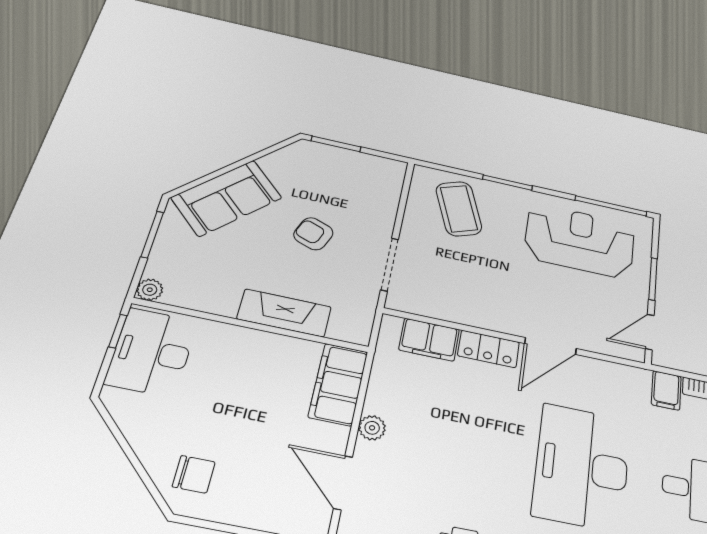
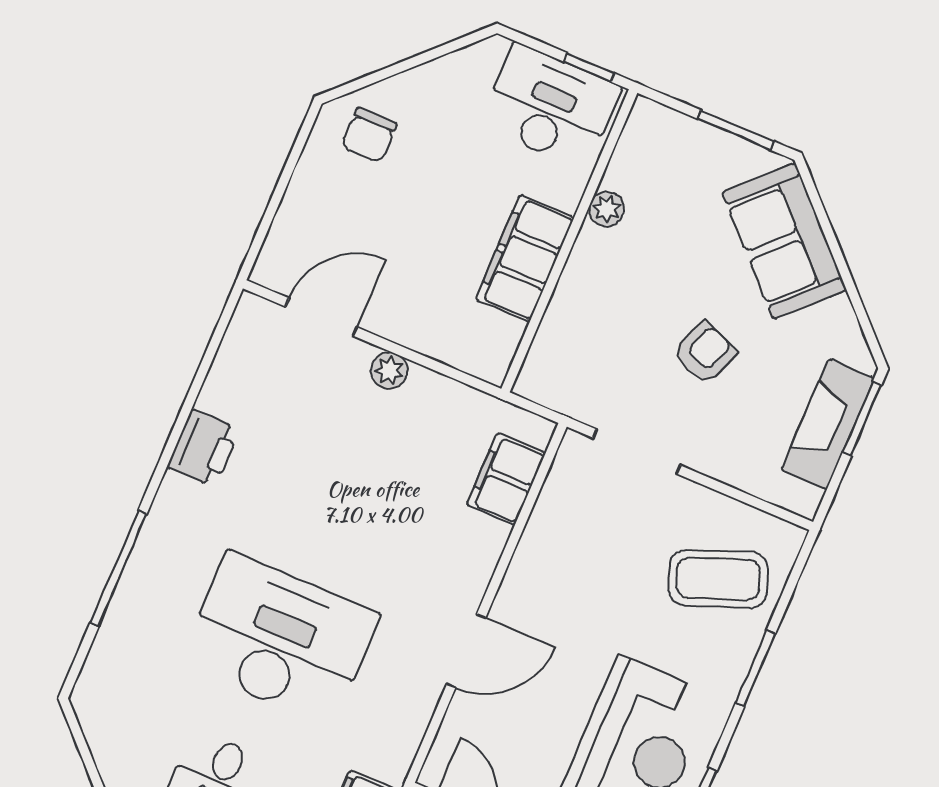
plant: (150, 290) -> (607, 209), moved
fireplace: (284, 313) -> (828, 424), moved, turned 180
door: (551, 346) -> (466, 651), swing flipped
locker: (489, 349) -> (477, 559), removed
filing cabinet: (338, 384) -> (525, 258), moved, turned -90

